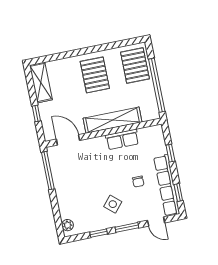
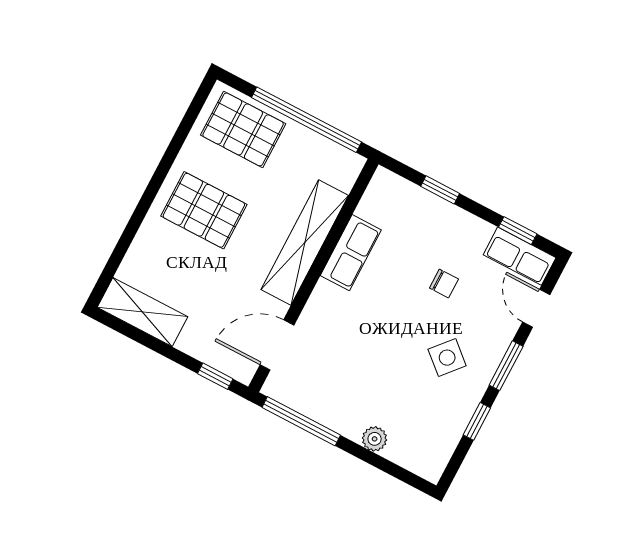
window: (36, 113) -> (215, 376), moved
row of seats: (167, 185) -> (520, 256), width x0.50
door: (156, 222) -> (536, 308), swing flipped
plant: (68, 225) -> (375, 439), moved

